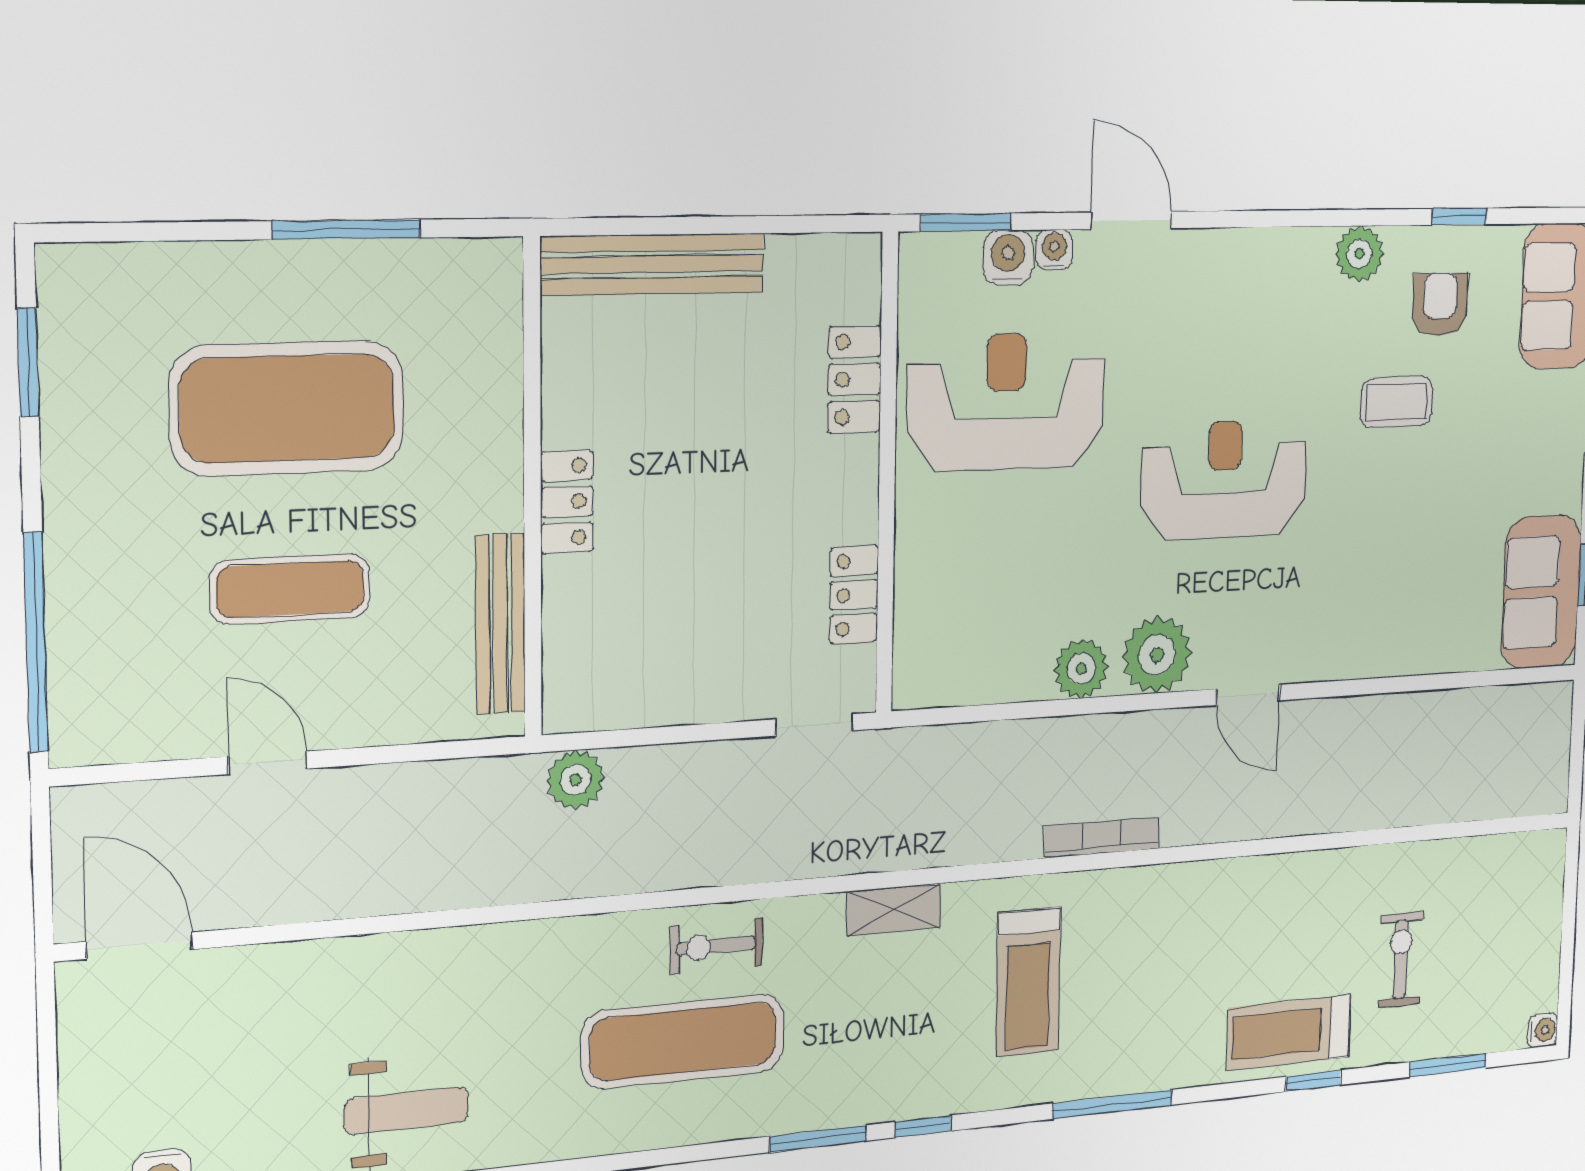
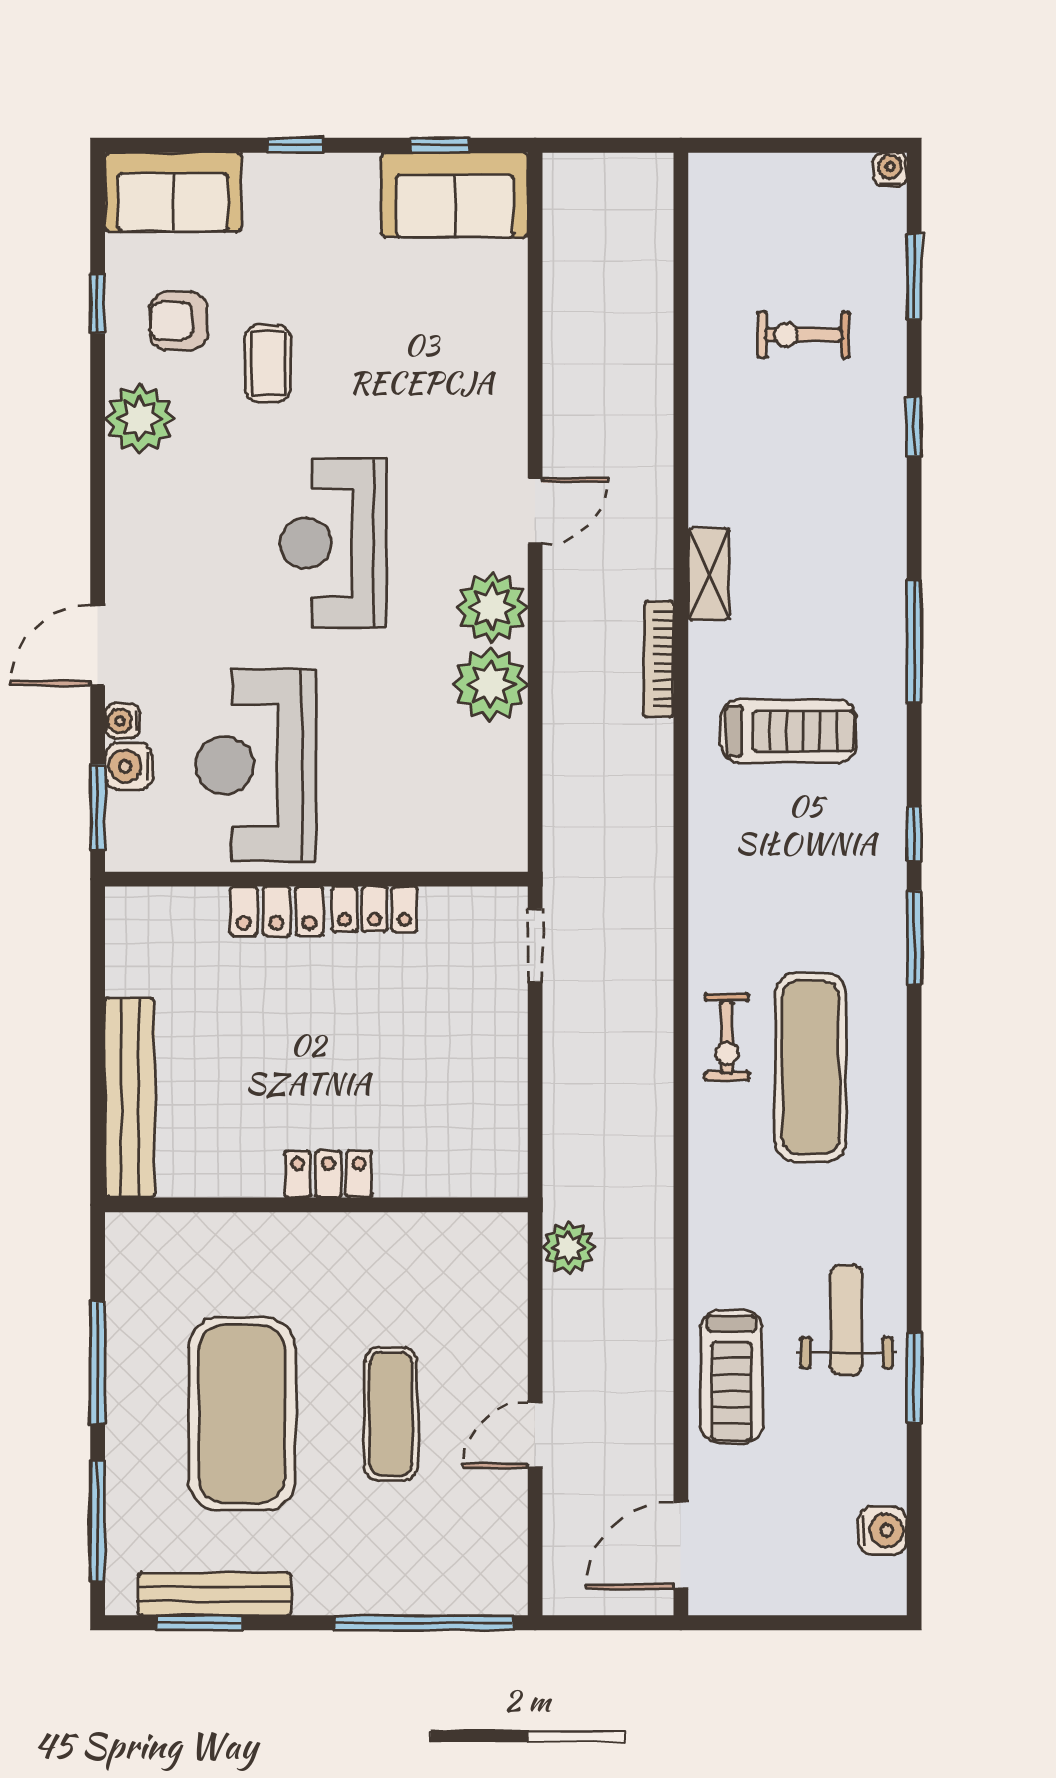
window: (153, 232) -> (98, 1521), added
plant: (1359, 254) -> (140, 419), width x1.36, depth x1.36
locker: (854, 379) -> (277, 911), moved
locker: (854, 595) -> (375, 909), moved
bench: (500, 624) -> (215, 1594), moved
plant: (1081, 669) -> (490, 684), width x1.36, depth x1.36
plant: (576, 780) -> (569, 1247), moved
shelving: (893, 910) -> (709, 574), moved
treadmill: (1289, 1033) -> (731, 1376), moved

